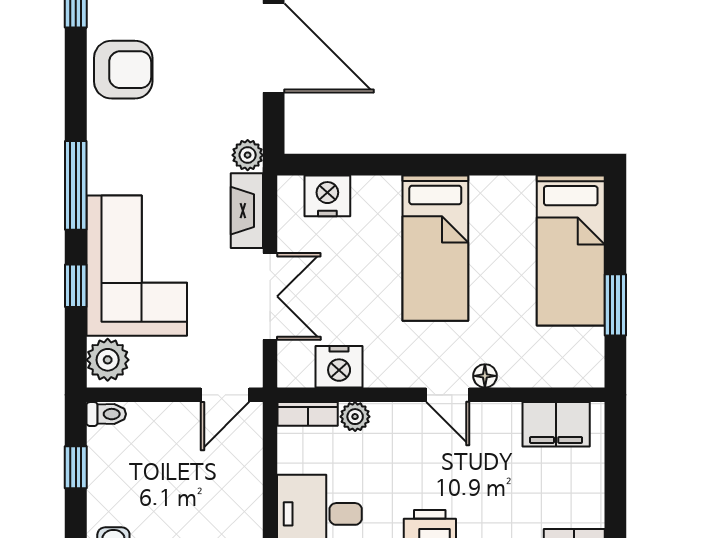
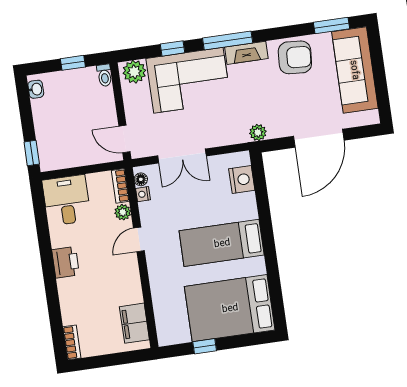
armchair: (123, 70) -> (295, 57), turned -86
fireplace: (247, 211) -> (246, 53), moved, turned 180
bed: (571, 251) -> (230, 308), width x1.50
window: (615, 305) -> (205, 346), width x0.67
nightstand: (339, 367) -> (143, 194), width x0.53, depth x0.56
floor lamp: (485, 376) -> (141, 179), moved
door: (448, 395) -> (139, 239), moved

